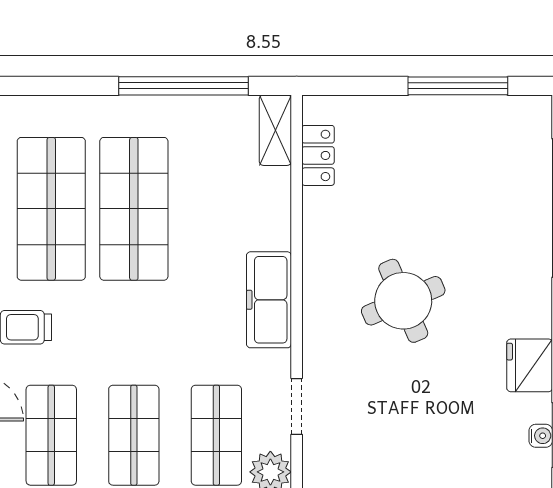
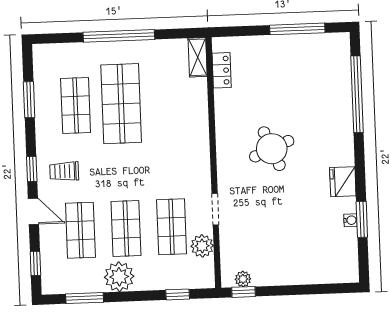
window: (184, 86) -> (119, 36), moved
shop shelf: (51, 209) -> (76, 105), width x0.70, depth x0.74
freezer: (269, 300) -> (198, 151), removed

